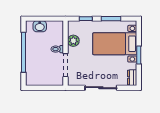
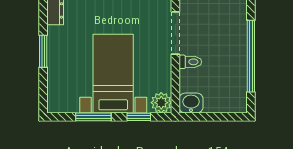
washbasin: (40, 26) -> (191, 103), moved
plant: (73, 41) -> (161, 103), moved
bed with nightstands: (115, 44) -> (113, 74), moved, turned -90

